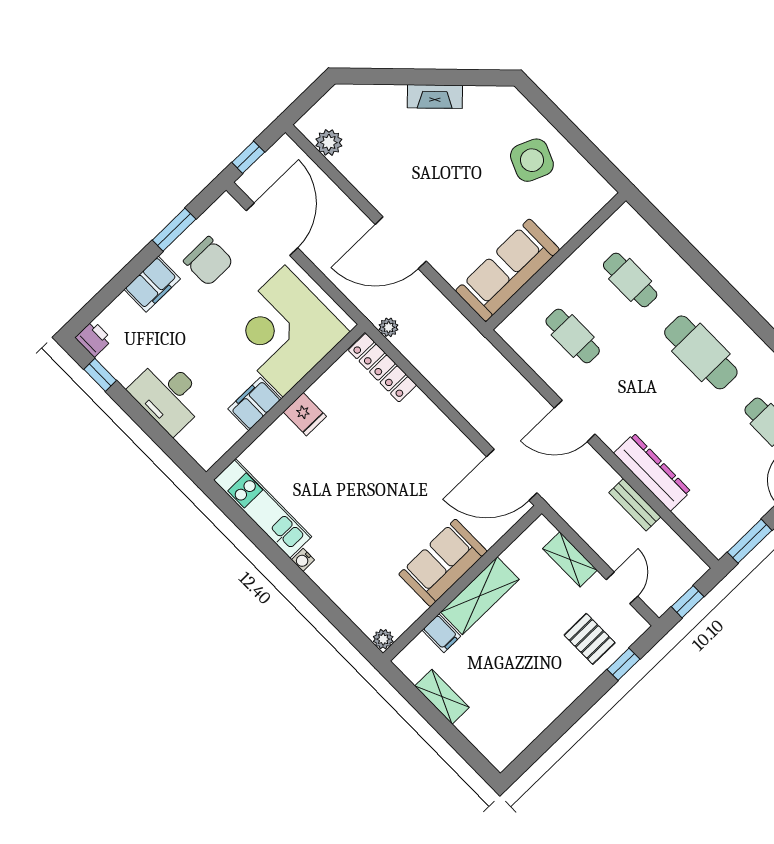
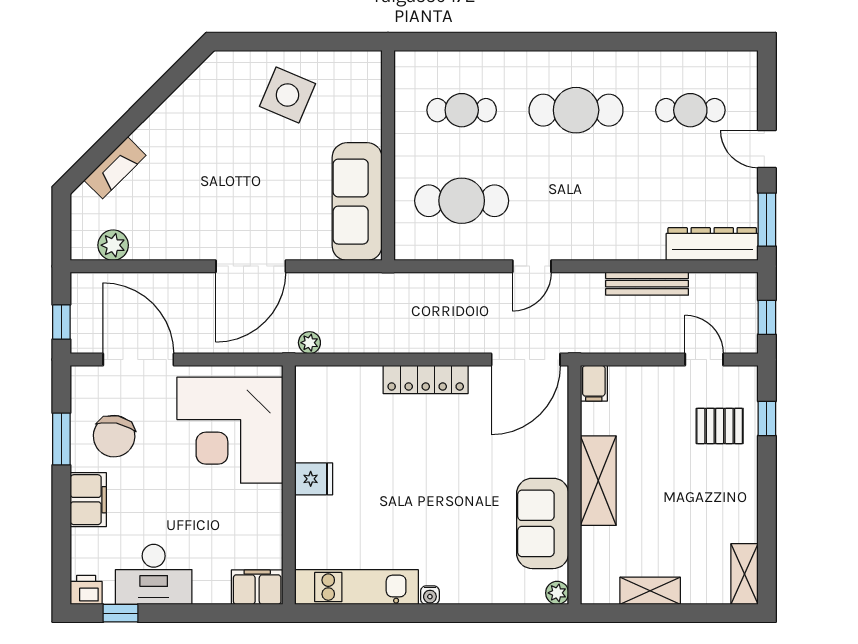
fireplace: (435, 97) -> (115, 168), moved
chair: (208, 261) -> (114, 436), turned 101
cafe table: (573, 336) -> (462, 201), width x1.37, depth x1.35
locker: (382, 368) -> (426, 379), moved
desk: (168, 395) -> (154, 574), moved
filing cabinet: (255, 404) -> (257, 587), moved, turned 90
door: (575, 421) -> (532, 266), width x0.73
dresser: (652, 472) -> (712, 244), moved
bench: (635, 505) -> (647, 284), width x1.36
shelving: (570, 559) -> (745, 574), moved, turned 90
sofa: (443, 563) -> (543, 523), moved
filing cabinet: (441, 633) -> (594, 383), moved, turned 90

